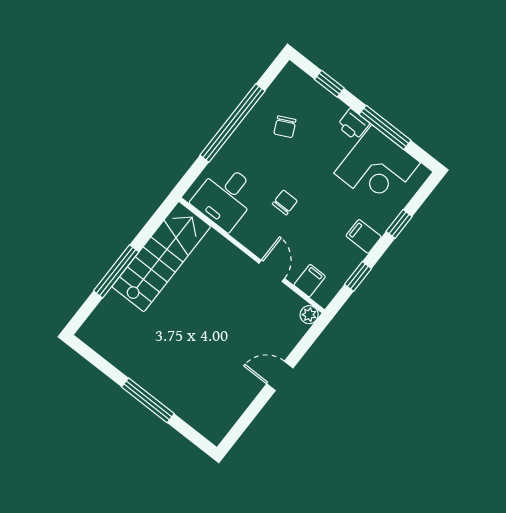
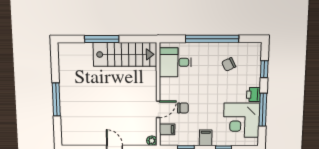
chair: (285, 202) -> (183, 108), moved

